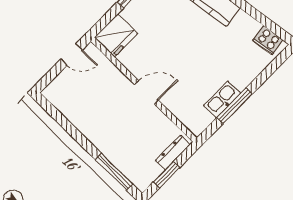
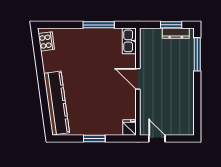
fridge: (116, 35) -> (129, 128), width x0.53, depth x0.75
kitchen sink: (222, 99) -> (129, 41), moved, turned 90
dresser: (173, 153) -> (176, 33), moved

